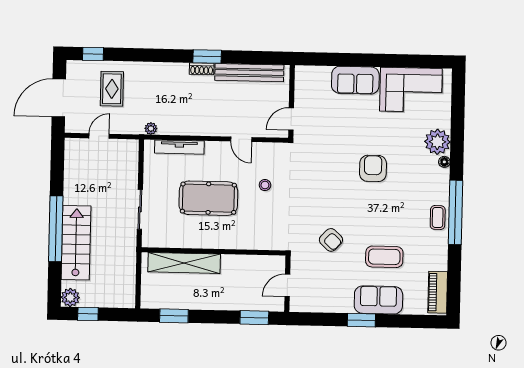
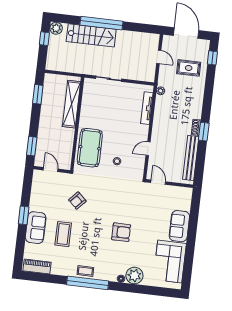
pool table: (208, 198) -> (90, 148), moved

